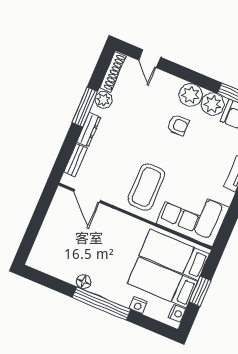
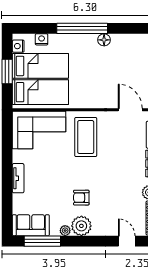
plant: (213, 104) -> (65, 231), width x0.53, depth x0.53
nightstand: (138, 305) -> (42, 39), moved

